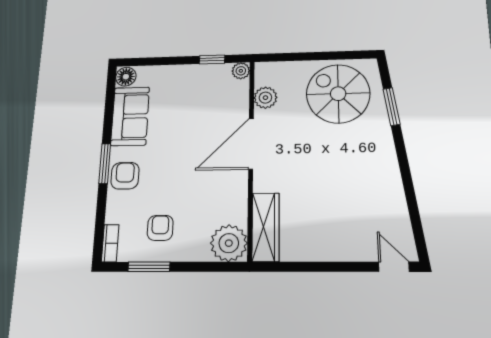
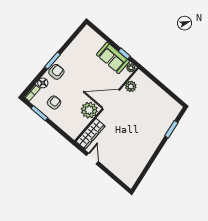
floor lamp: (126, 77) -> (43, 83), moved
spiral stairs: (338, 94) -> (157, 108), removed
sofa: (130, 116) -> (113, 58), moved, turned 90
plant: (229, 243) -> (89, 110), moved
door: (394, 267) -> (92, 159), moved

